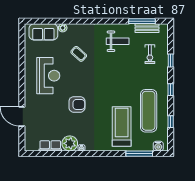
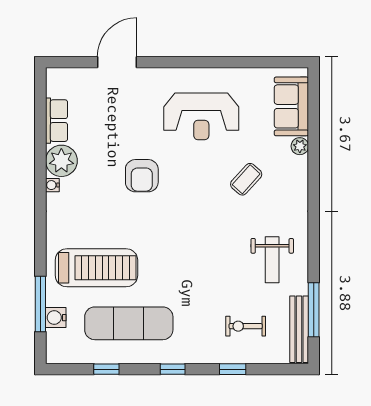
bench: (147, 28) -> (299, 329), width x1.36
water cooler: (158, 146) -> (56, 318), moved

